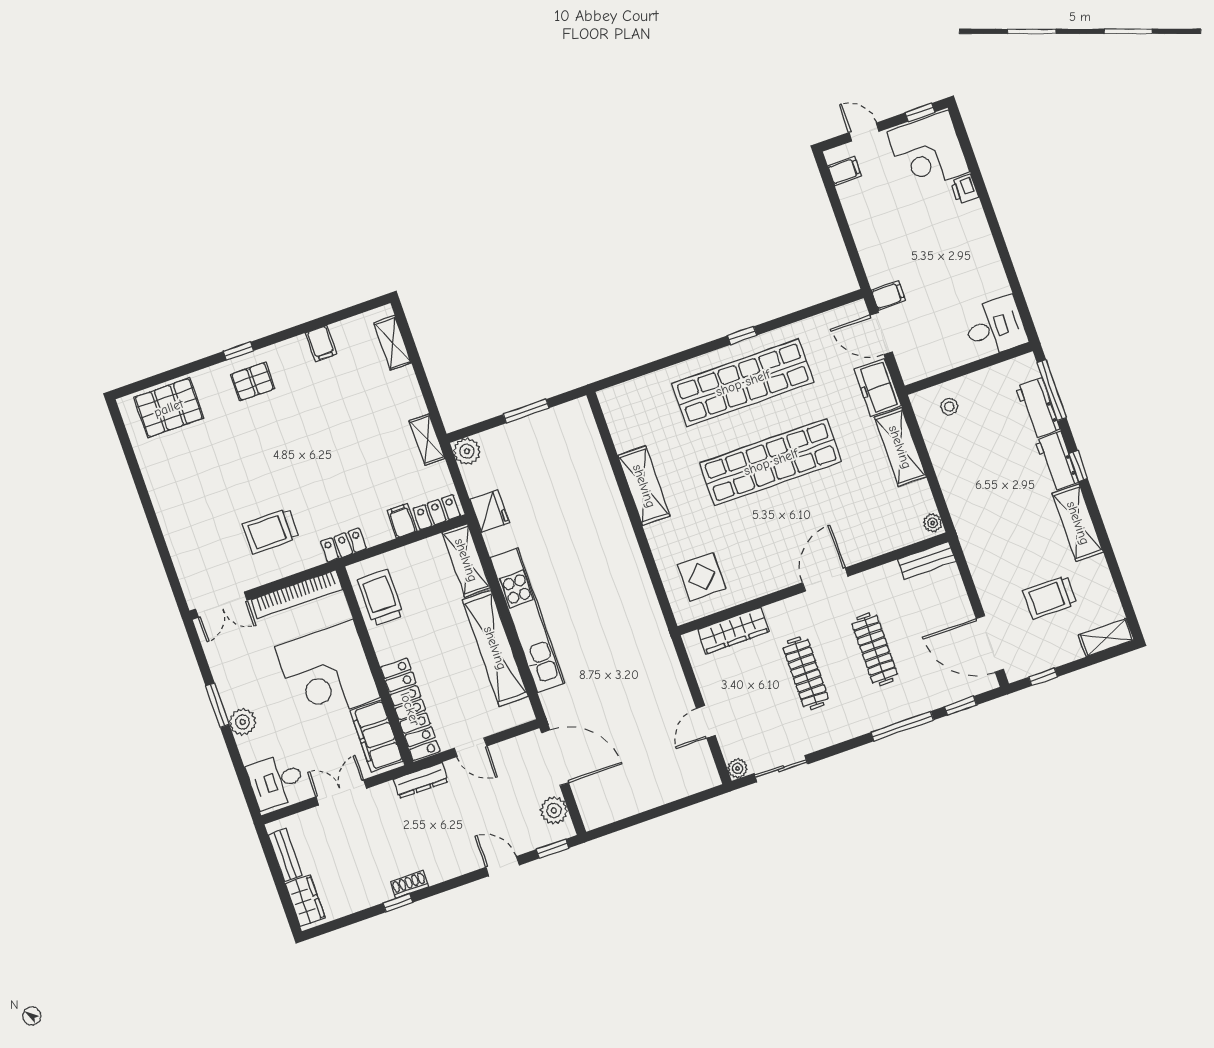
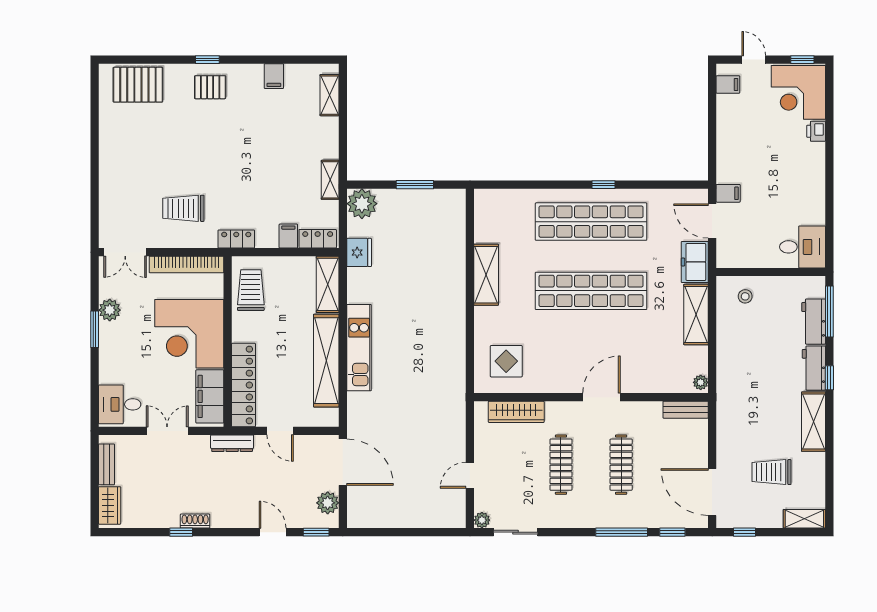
plant: (467, 451) -> (362, 204), width x1.36, depth x1.36
kitchen unit: (528, 620) -> (359, 348), width x0.73
plant: (243, 722) -> (110, 310), moved

